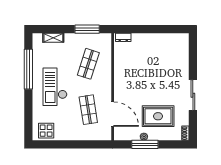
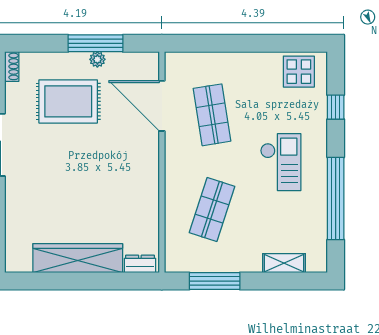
wardrobe: (153, 40) -> (78, 258), added
checkout: (55, 87) -> (281, 162), width x0.73, depth x0.83
window: (28, 113) -> (336, 107), added

